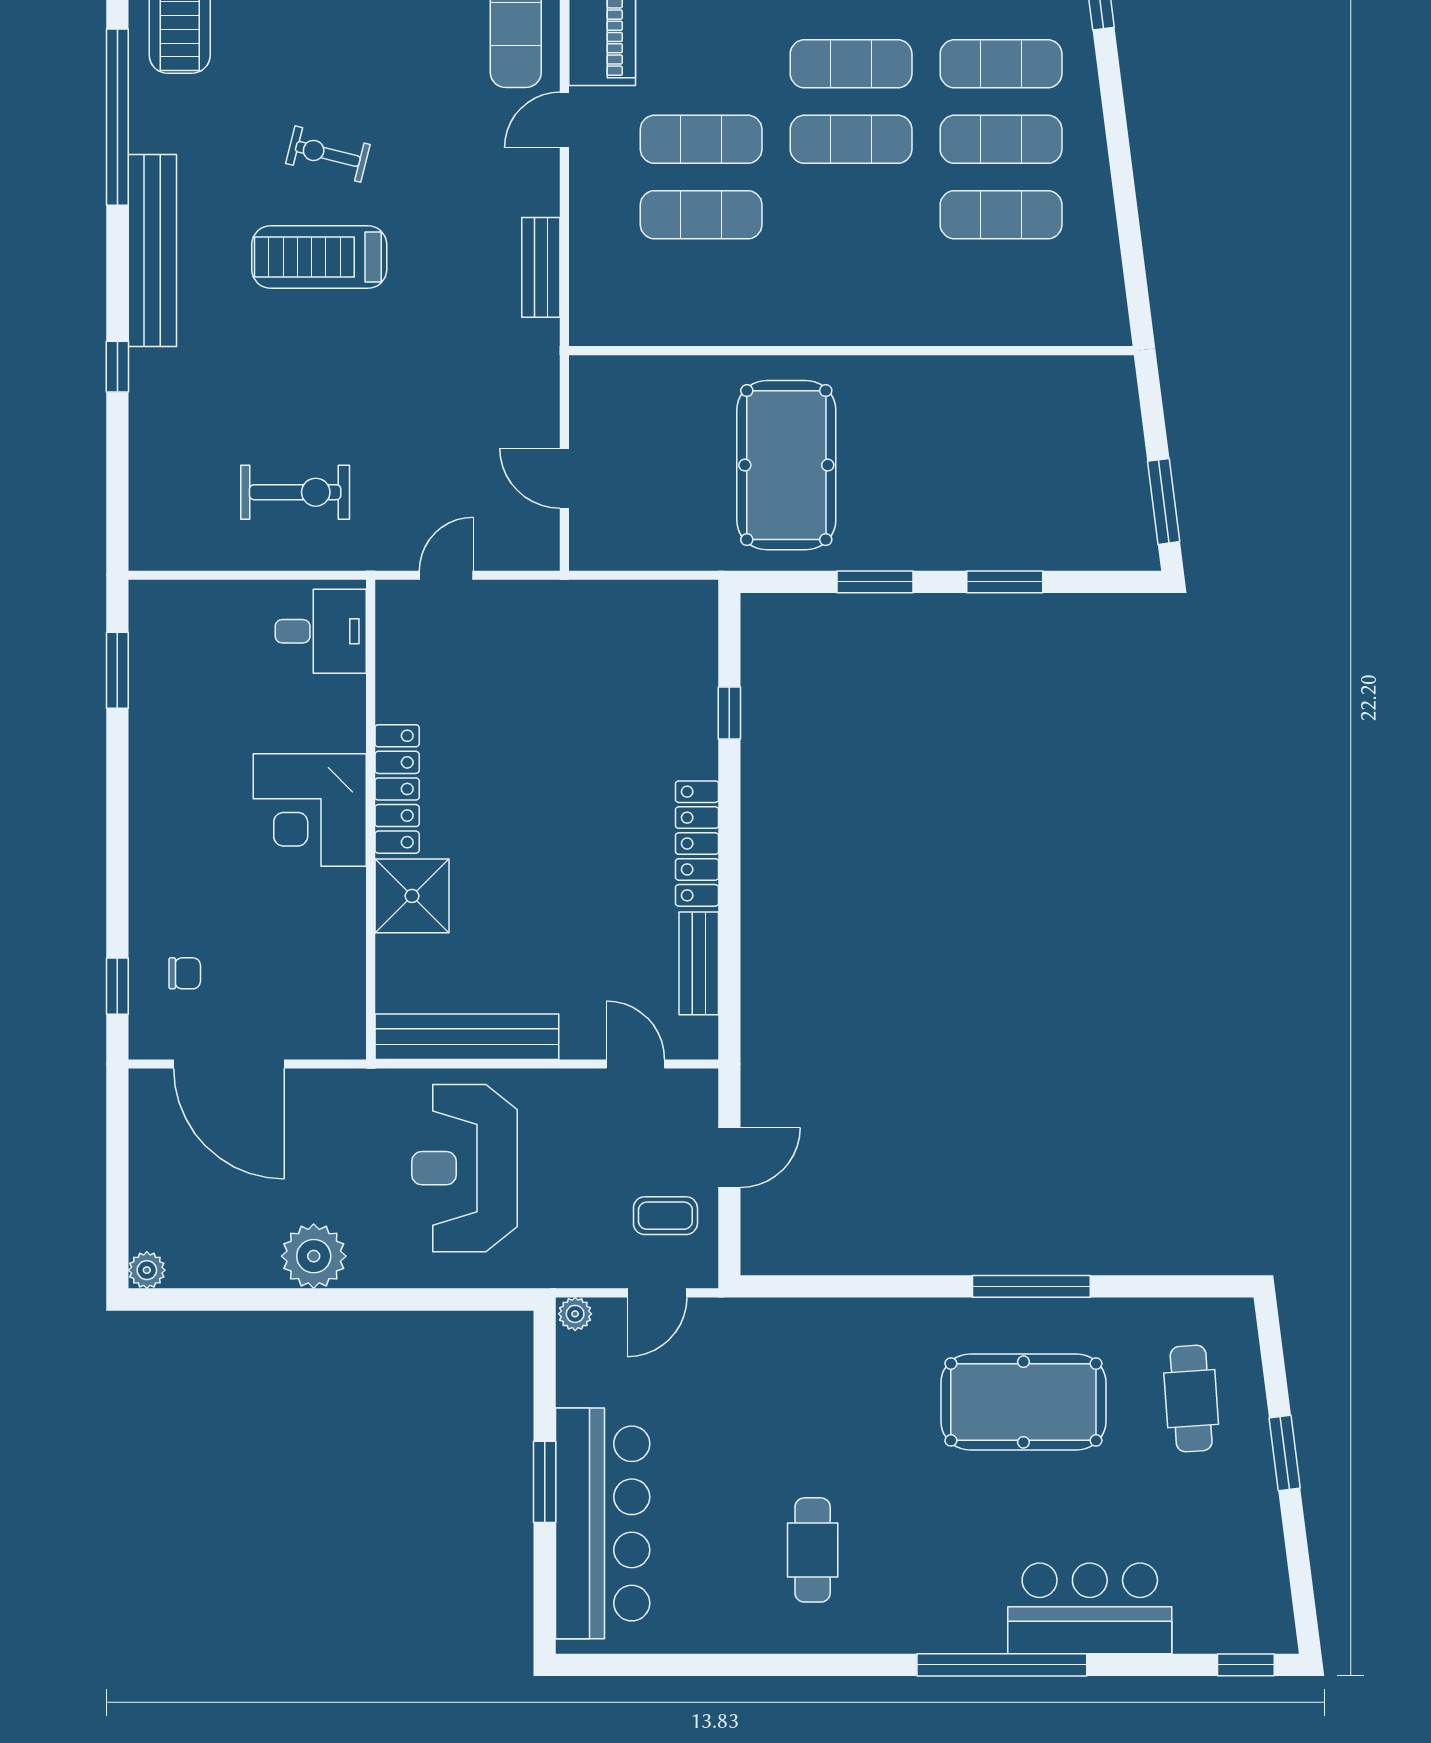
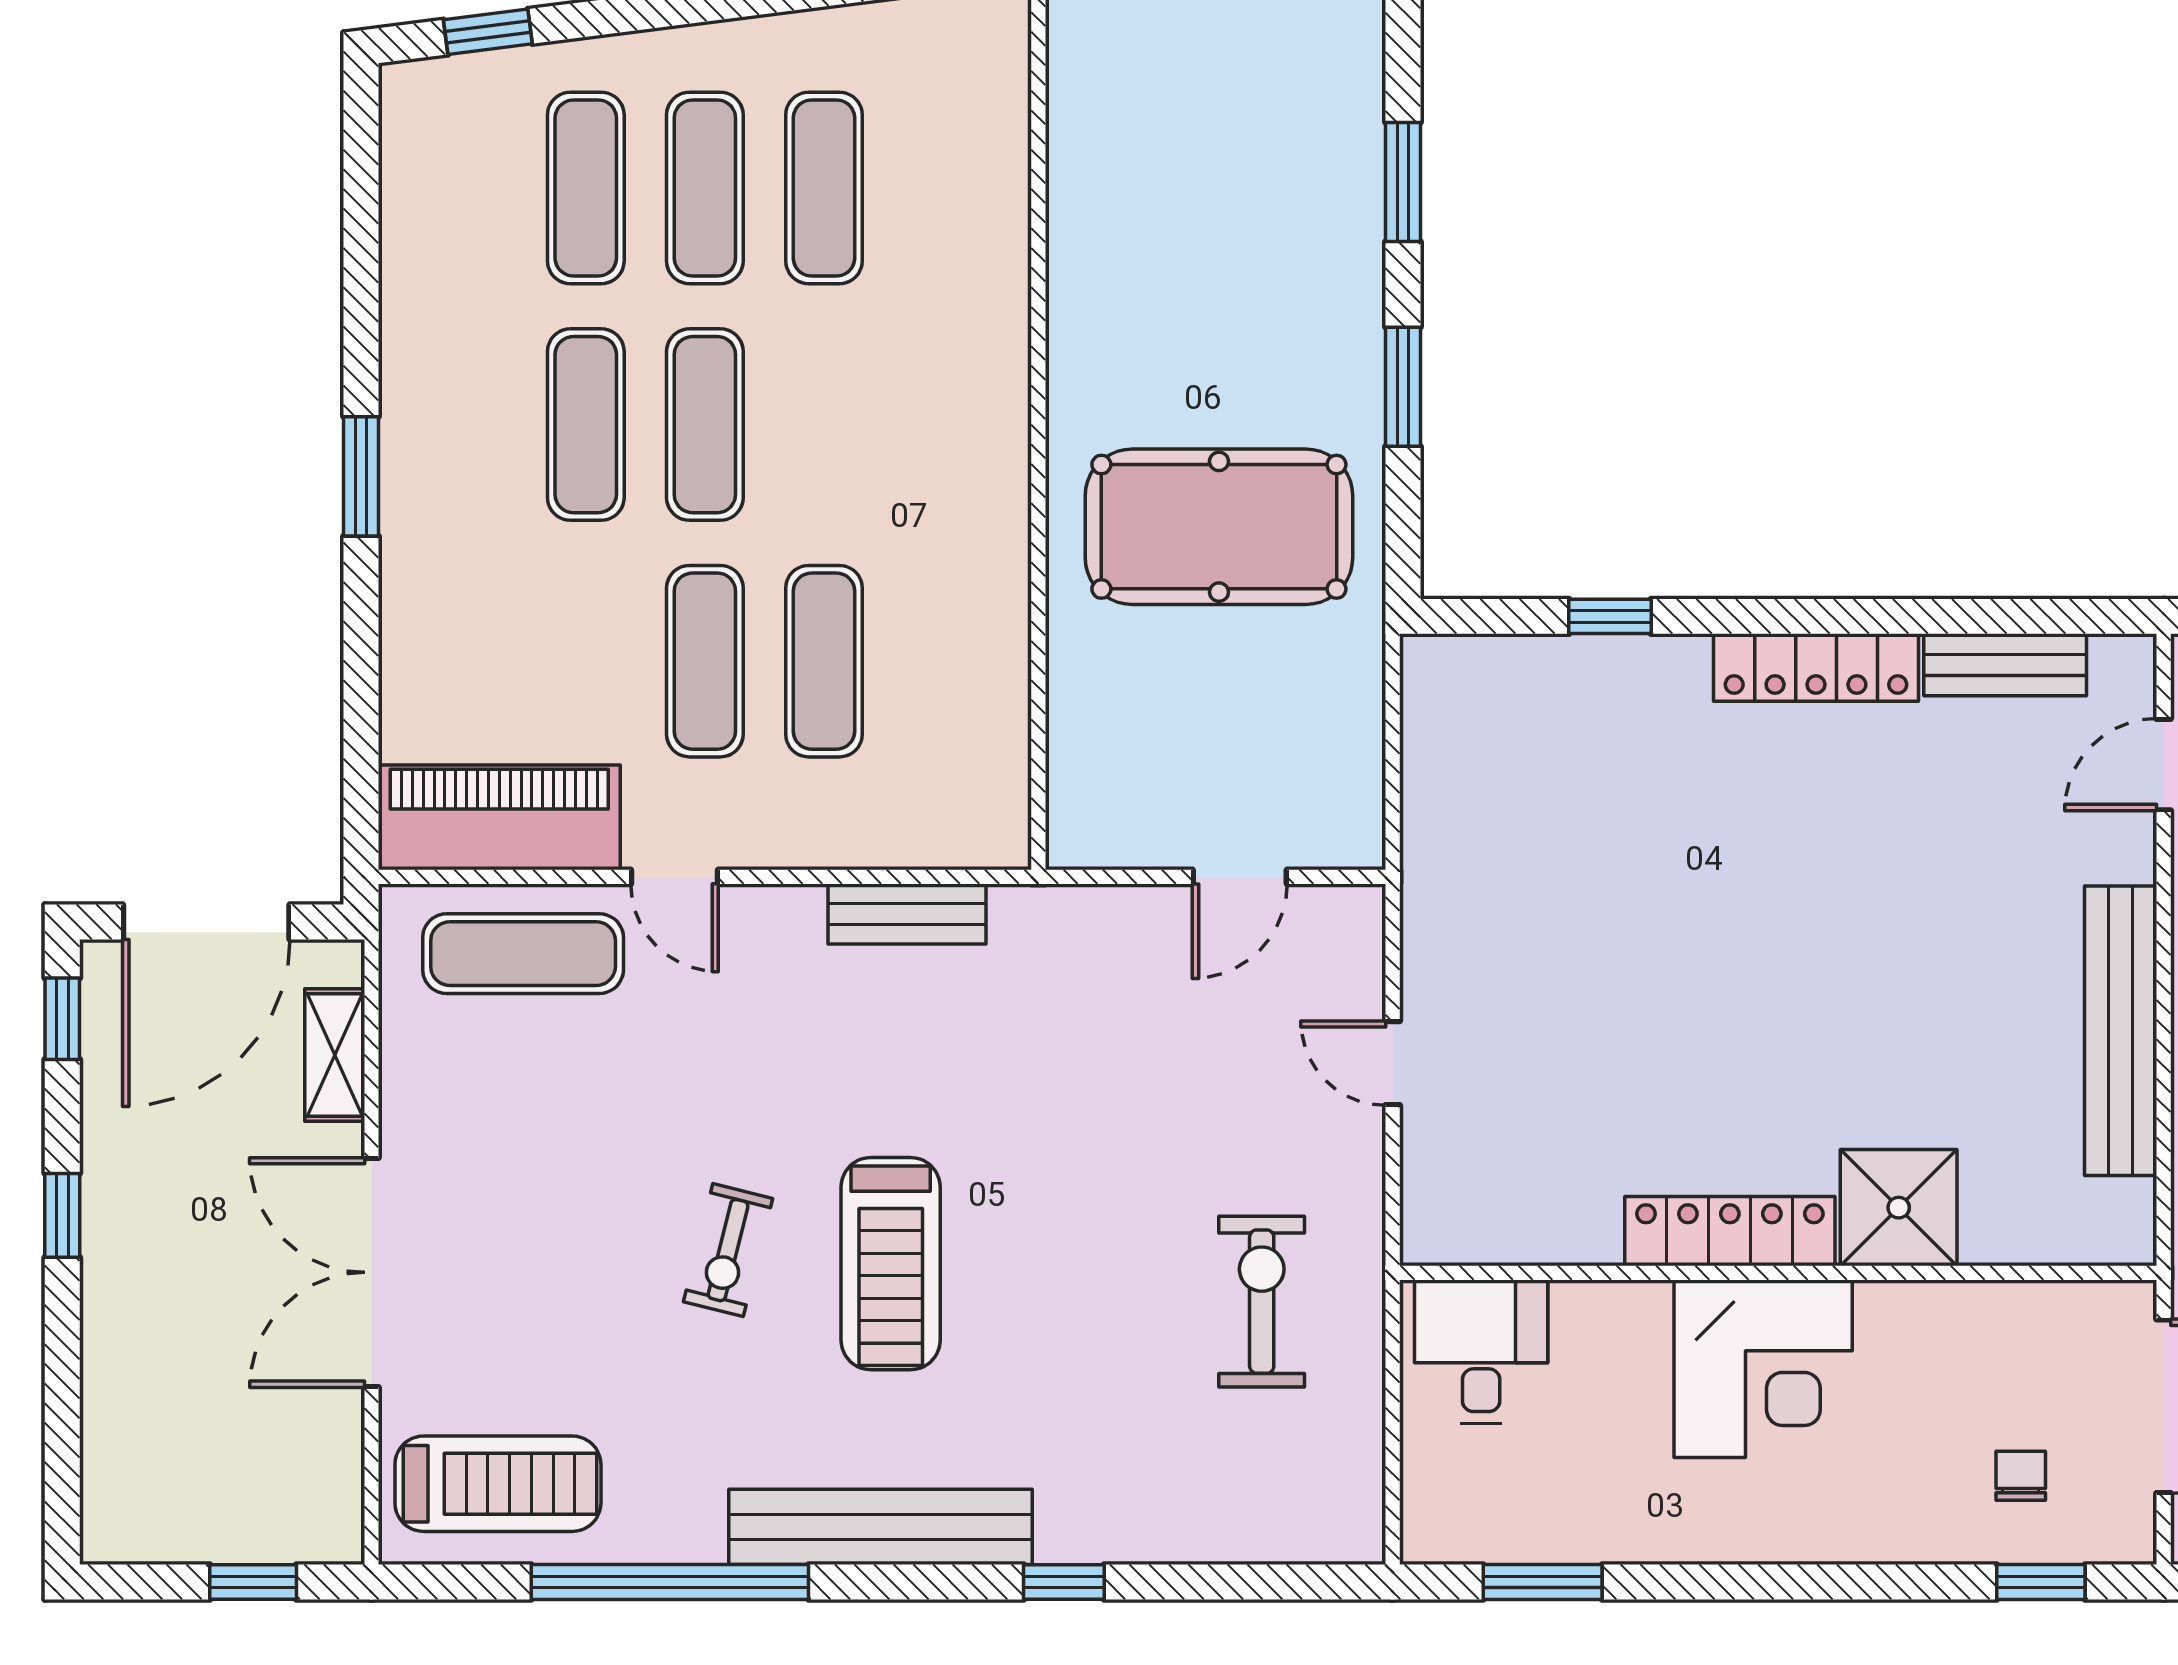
desk: (321, 631) -> (1481, 1351), moved
locker: (397, 789) -> (1730, 1231), moved
corner desk: (310, 810) -> (1763, 1369), moved
wall: (371, 820) -> (1778, 1273), moved
shower: (412, 896) -> (1899, 1208), moved

